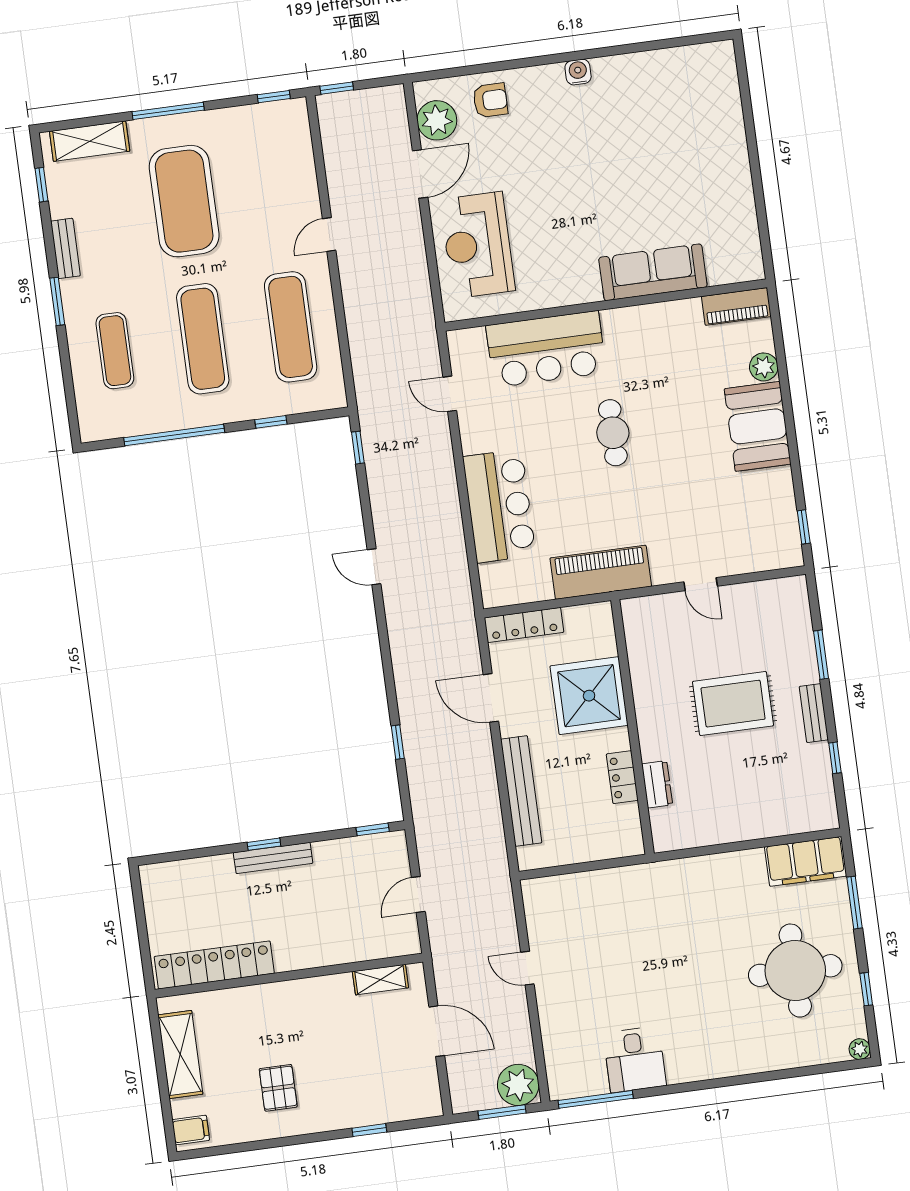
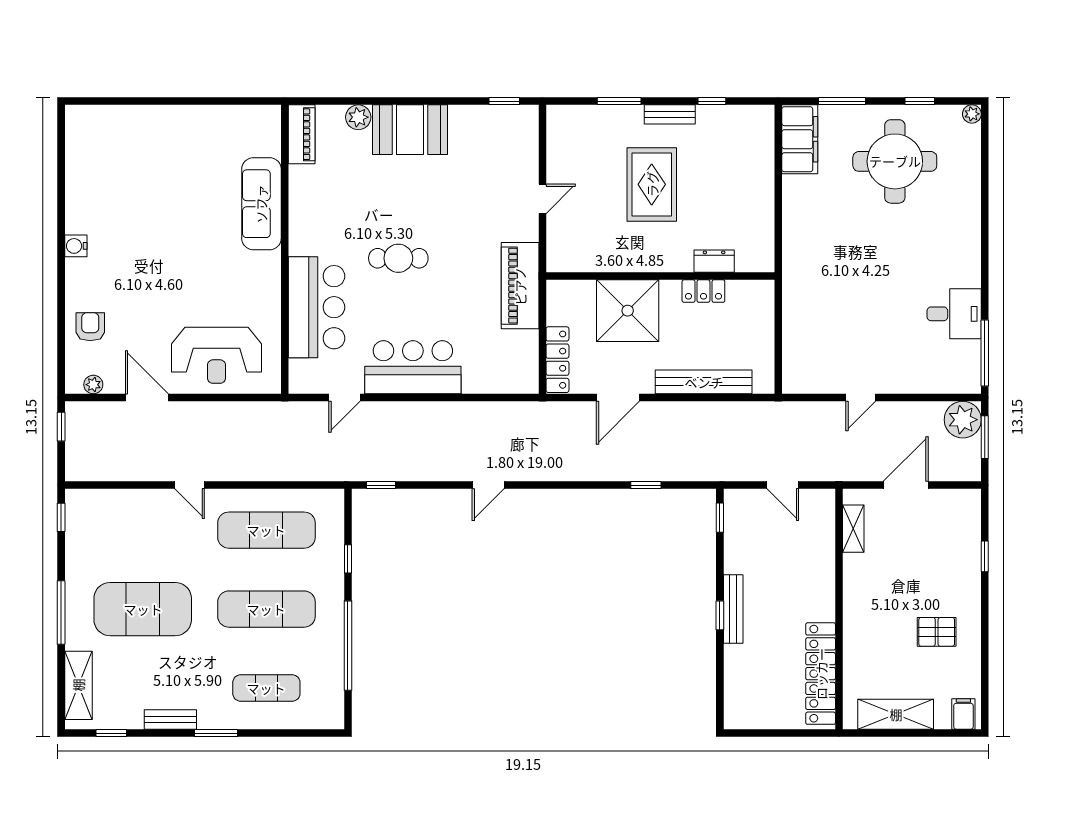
window: (337, 88) -> (61, 427), moved
plant: (437, 120) -> (93, 385), width x0.53, depth x0.53
bar counter: (499, 506) -> (413, 367), moved

